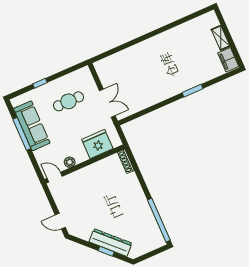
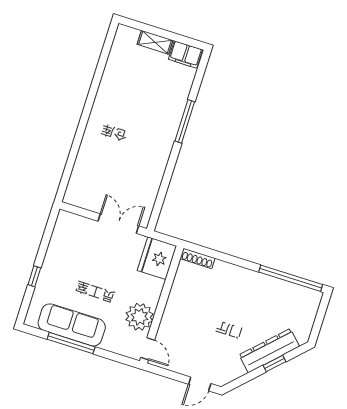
window: (193, 91) -> (185, 121), width x1.44
cafe table: (69, 101) -> (80, 263), removed
fridge: (97, 144) -> (157, 258), moved
plant: (70, 162) -> (139, 317), width x1.88, depth x1.88
door: (55, 177) -> (148, 349), swing flipped

